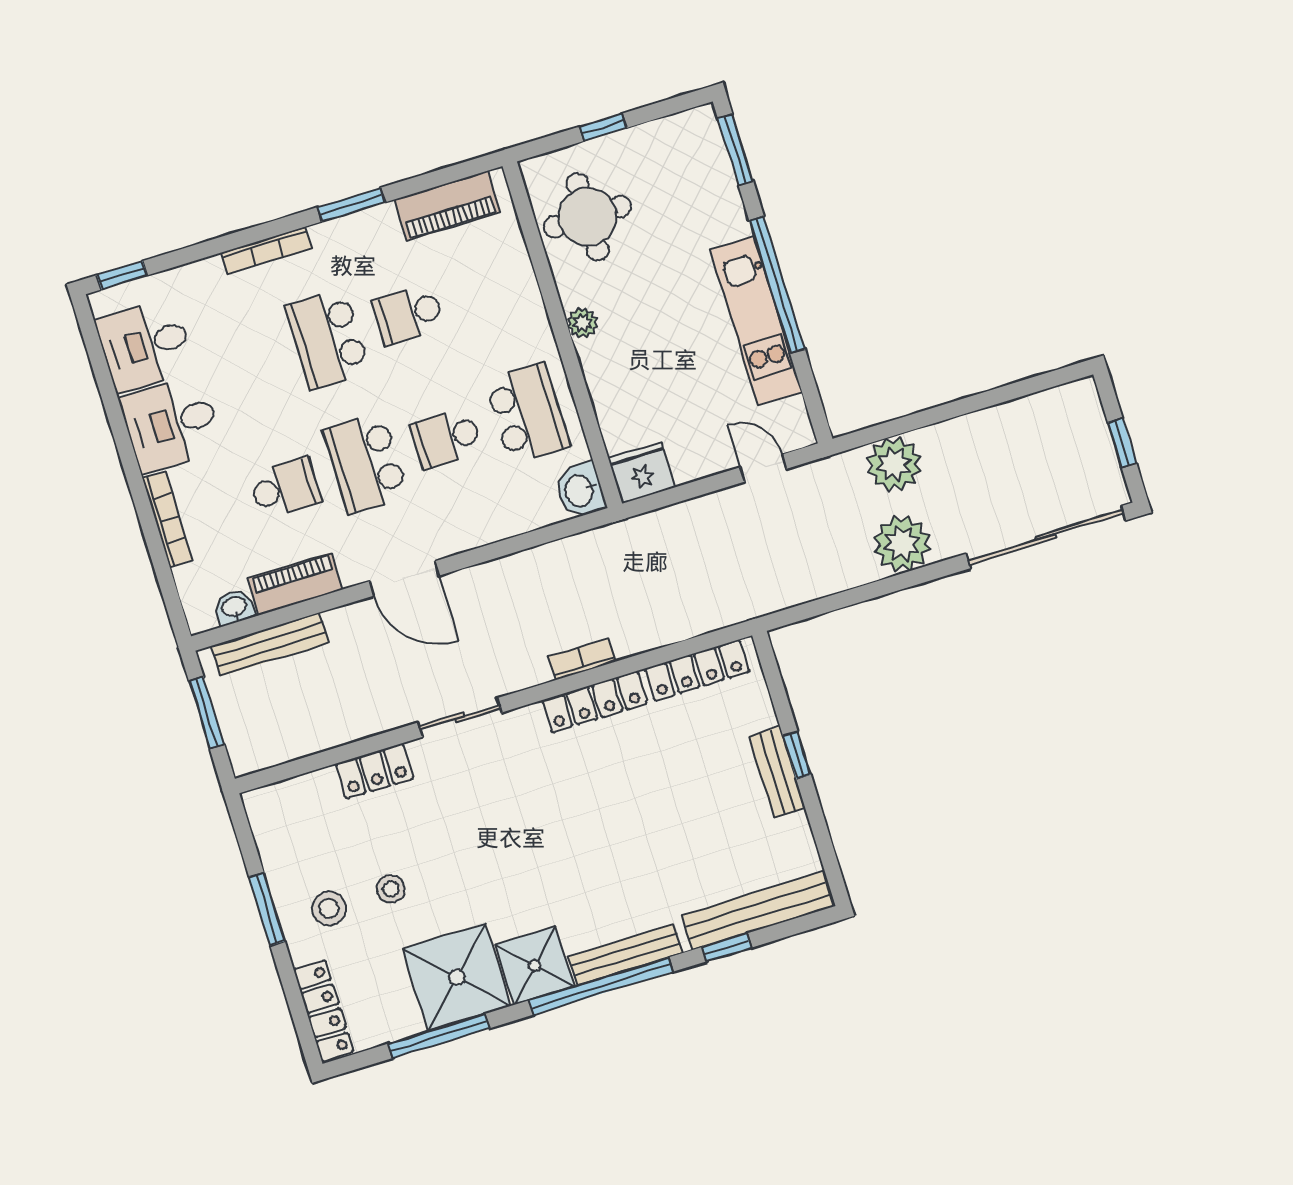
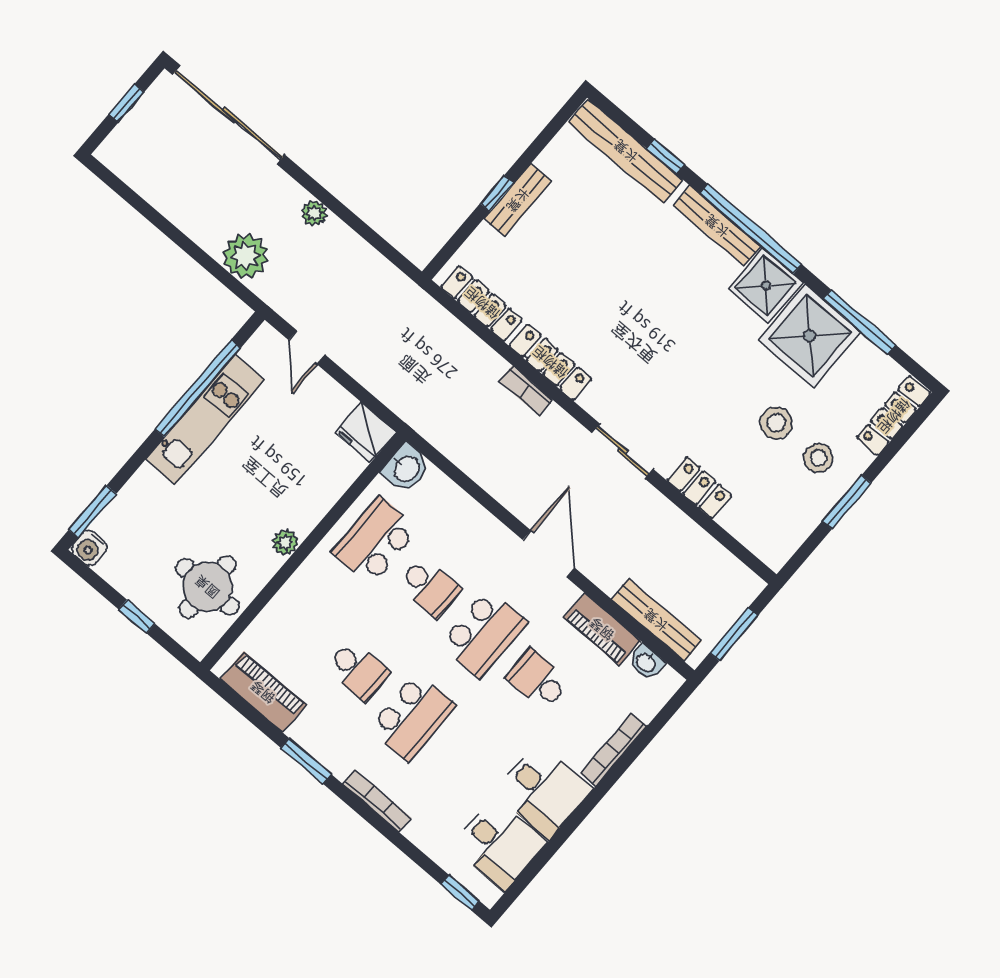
water cooler: (701, 123) -> (89, 548), added
window: (777, 285) -> (198, 389), moved
plant: (902, 544) -> (314, 213), width x0.53, depth x0.53
stool: (391, 889) -> (776, 423), width x1.37, depth x1.37

